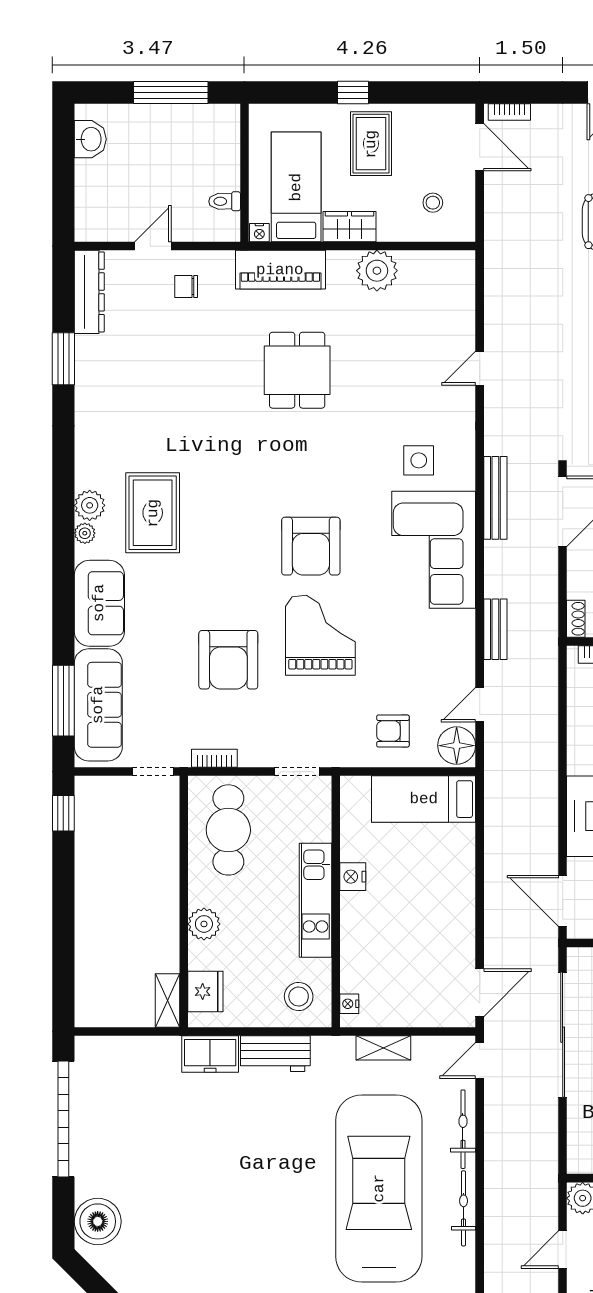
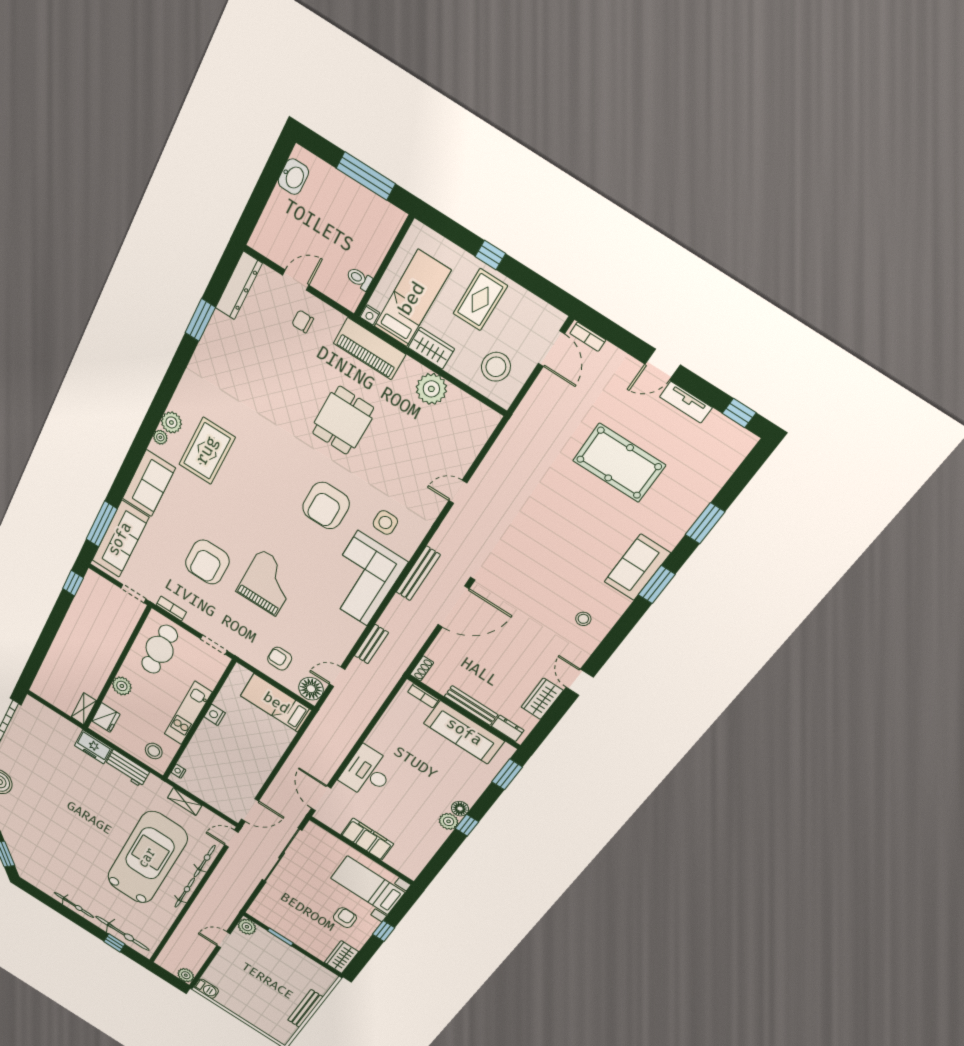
stool: (433, 203) -> (496, 367), width x1.89, depth x1.89
armchair: (311, 546) -> (326, 506), moved

